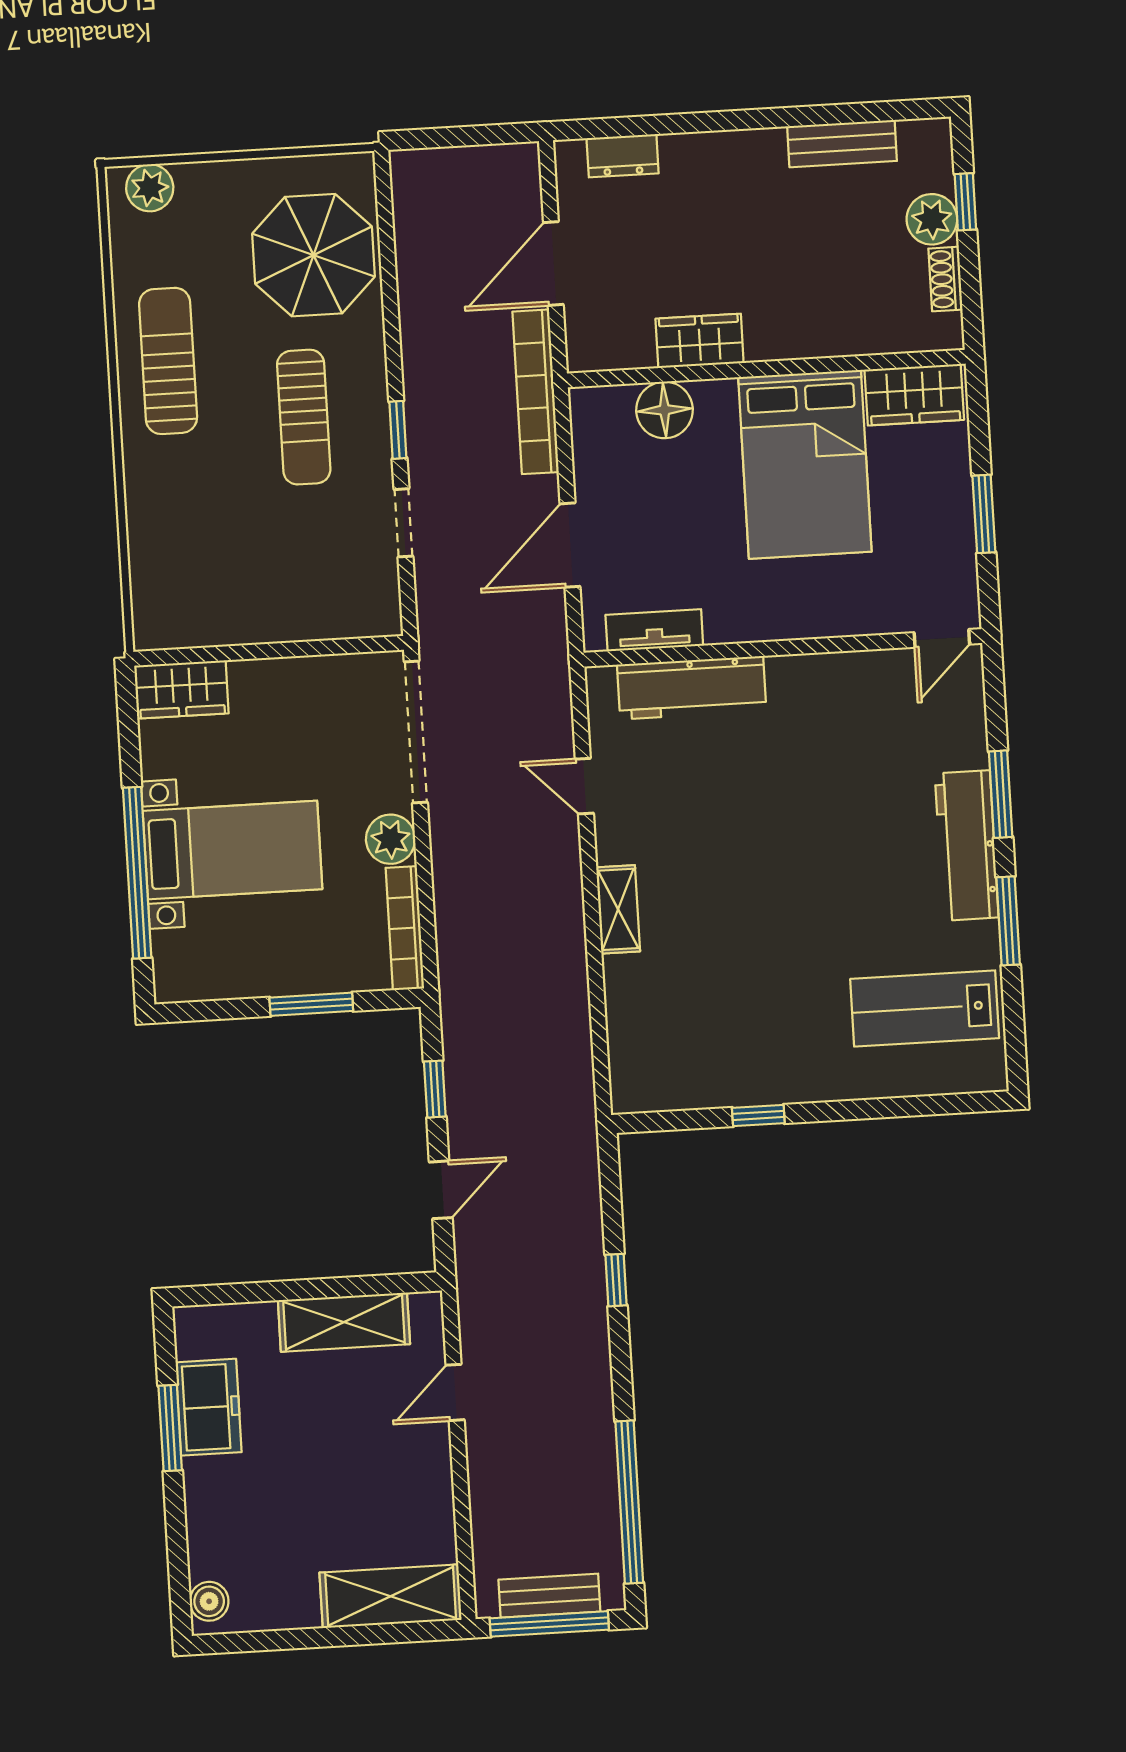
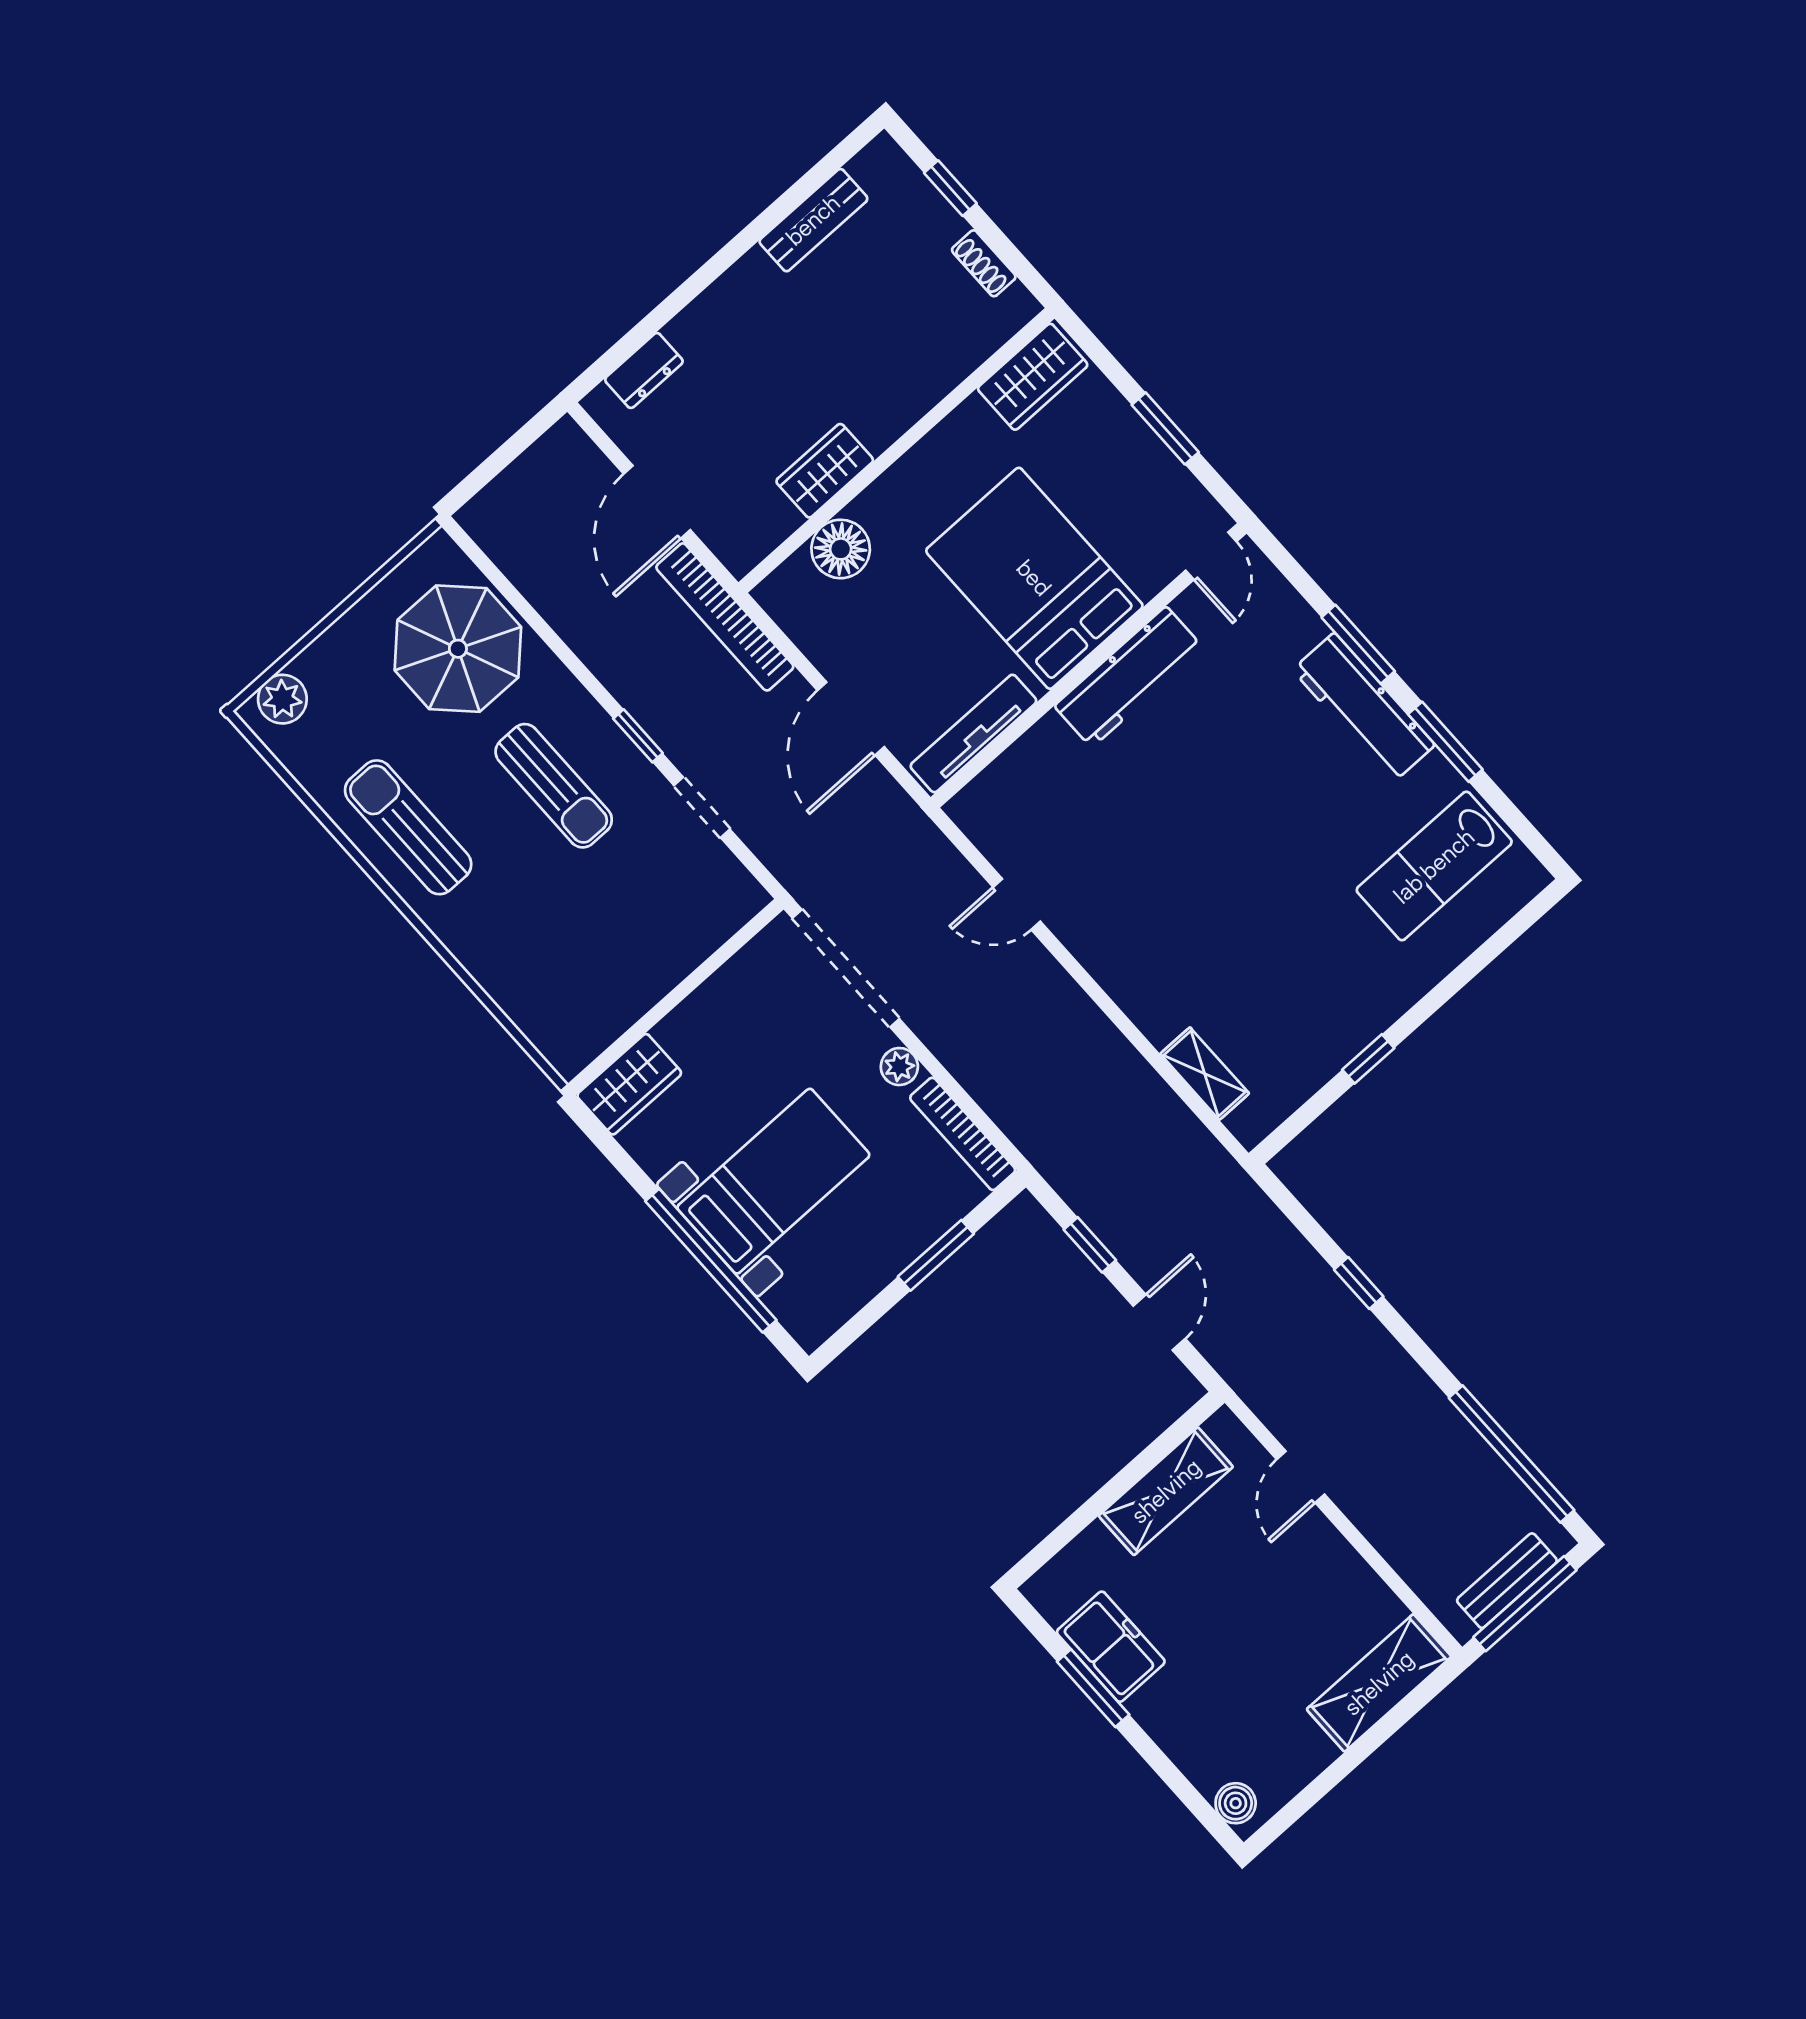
plant: (932, 219) -> (935, 224), removed
bed: (805, 464) -> (1034, 578), moved, turned 180
tv unit: (654, 630) -> (973, 733), width x1.41
workbench: (692, 688) -> (1129, 677), moved
plant: (391, 839) -> (899, 1067), width x0.73, depth x0.73
shelving: (618, 909) -> (1205, 1074), moved

